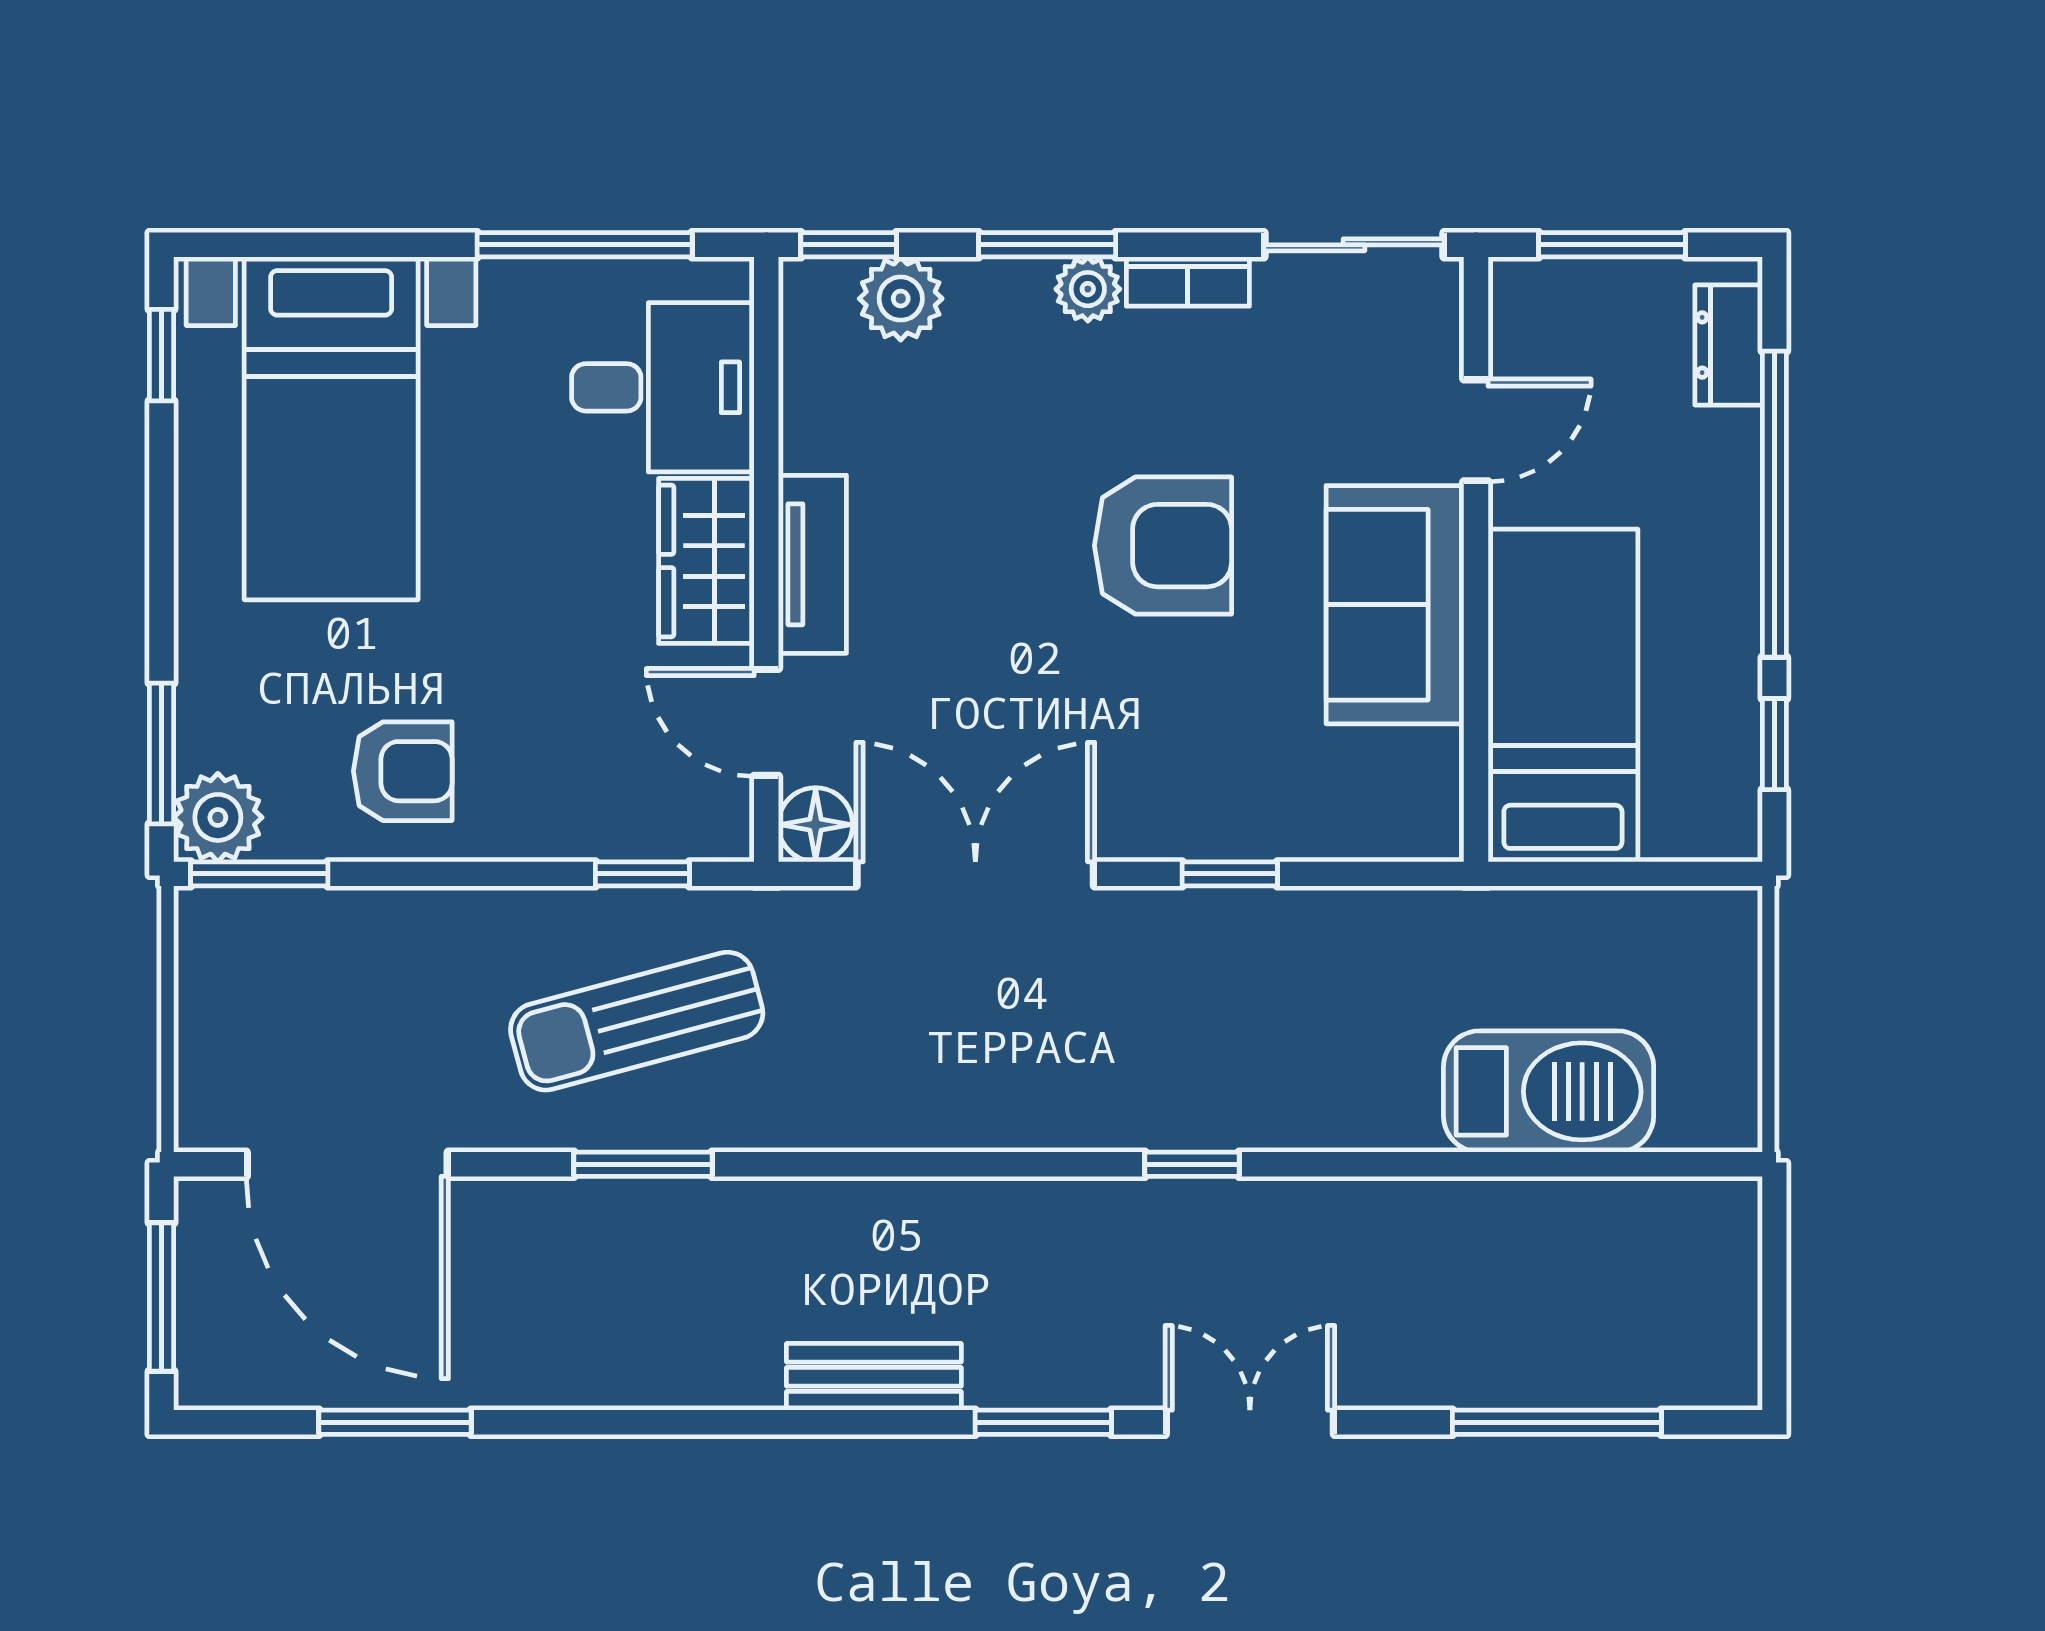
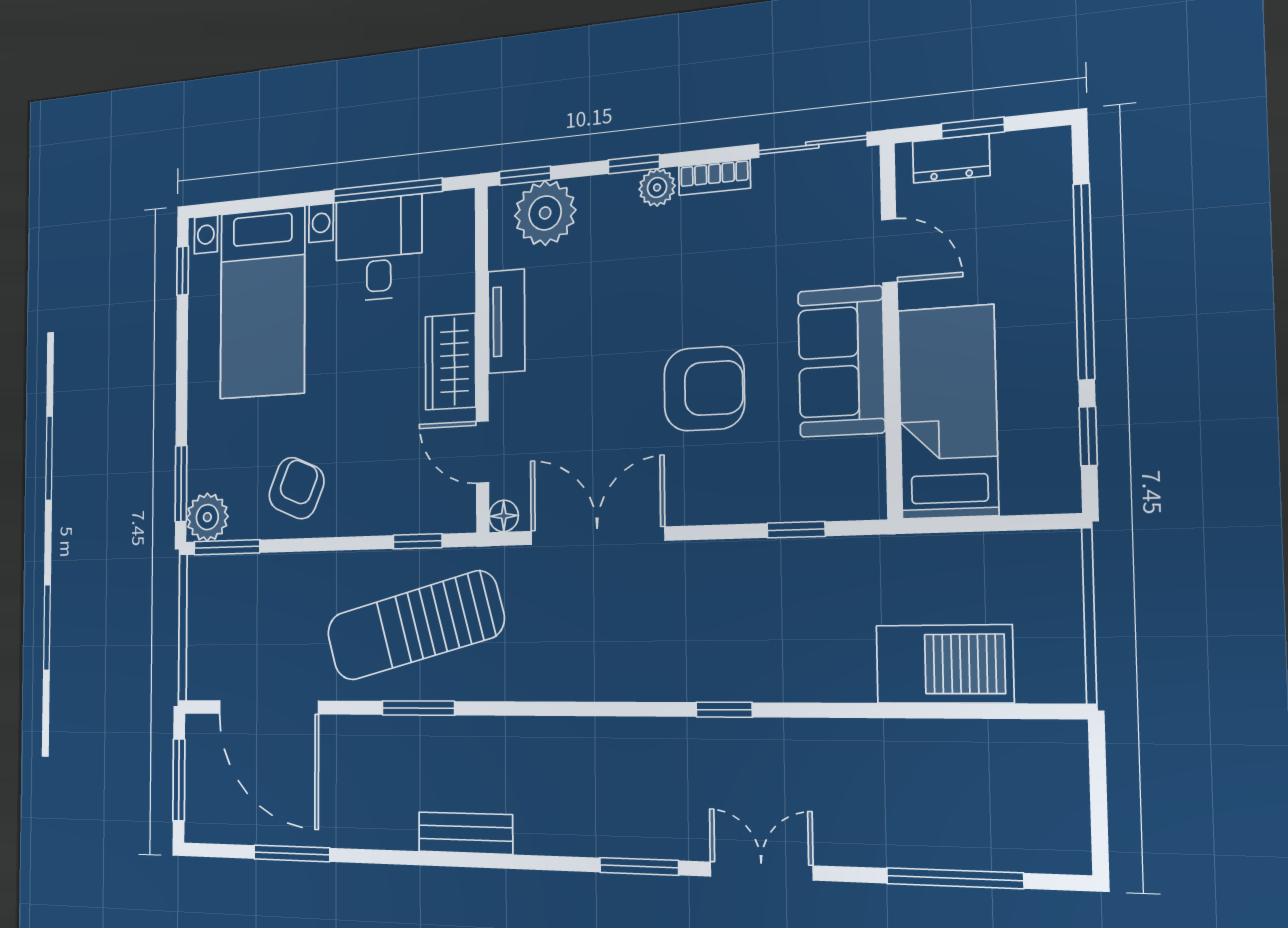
window: (1047, 245) -> (634, 164), width x0.67
window: (1612, 245) -> (973, 128), width x0.67
plant: (901, 299) -> (545, 213), width x1.36, depth x1.36
dresser: (1729, 345) -> (951, 159), moved, turned -90
desk: (663, 387) -> (379, 248), moved, turned -90
door: (1476, 430) -> (889, 251), hinge flipped
armchair: (1163, 546) -> (704, 389), moved
tv unit: (812, 564) -> (506, 321), moved
armchair: (403, 771) -> (296, 488), turned -67
floor lamp: (816, 825) -> (504, 516), width x0.73, depth x0.73
window: (1230, 874) -> (796, 530), moved
sun lounger: (637, 1021) -> (415, 626), width x1.36, depth x1.34
bench: (874, 1377) -> (466, 833), moved

